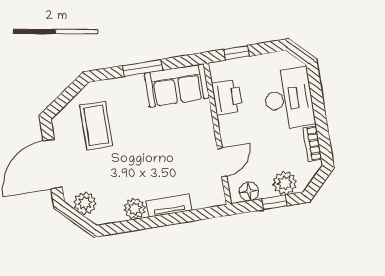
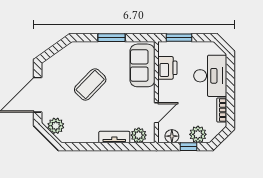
window: (236, 53) -> (179, 38), width x1.50
sofa: (177, 85) -> (142, 65), moved, turned 90
coffee table: (96, 125) -> (90, 85), moved, turned 44
plant: (135, 209) -> (139, 135), moved

